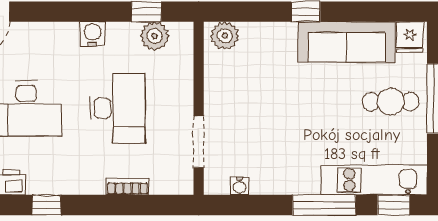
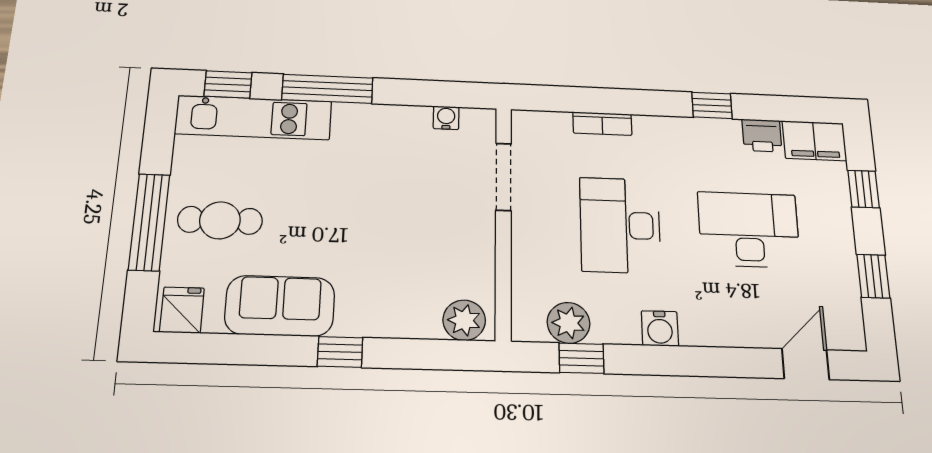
sofa: (347, 42) -> (280, 306), width x0.73

